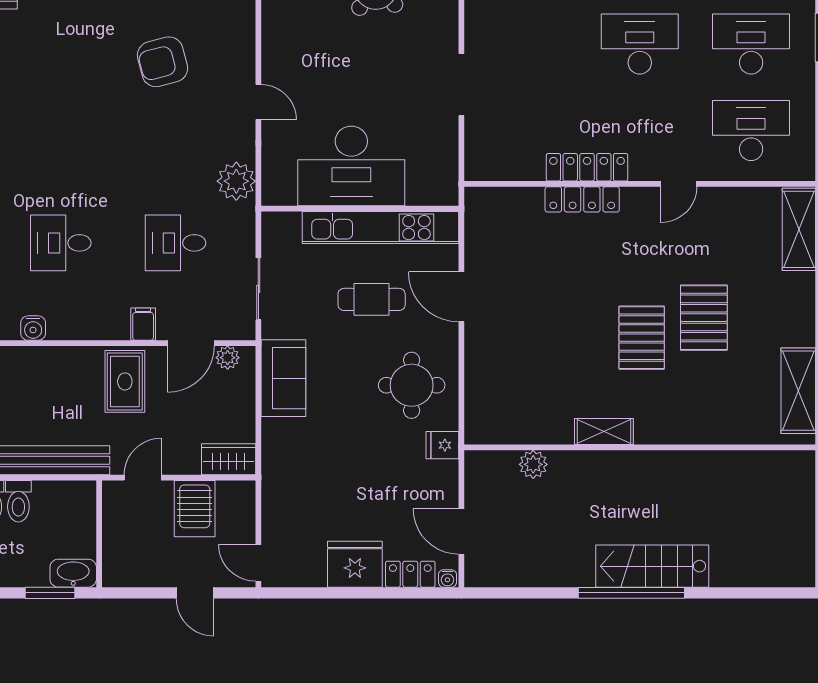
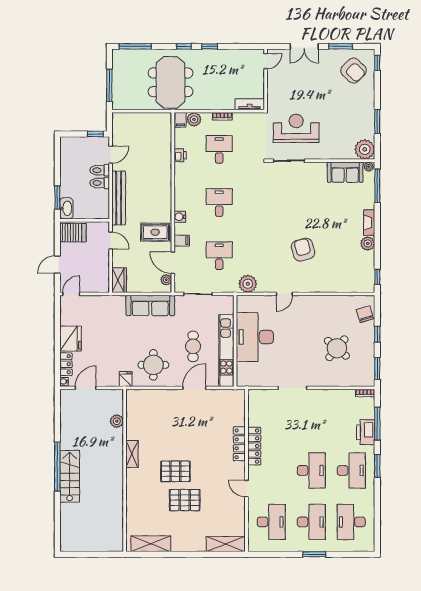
water cooler: (33, 328) -> (180, 217), moved
sofa: (283, 378) -> (150, 306), width x1.36
server rack: (195, 509) -> (73, 233), moved, turned 180

